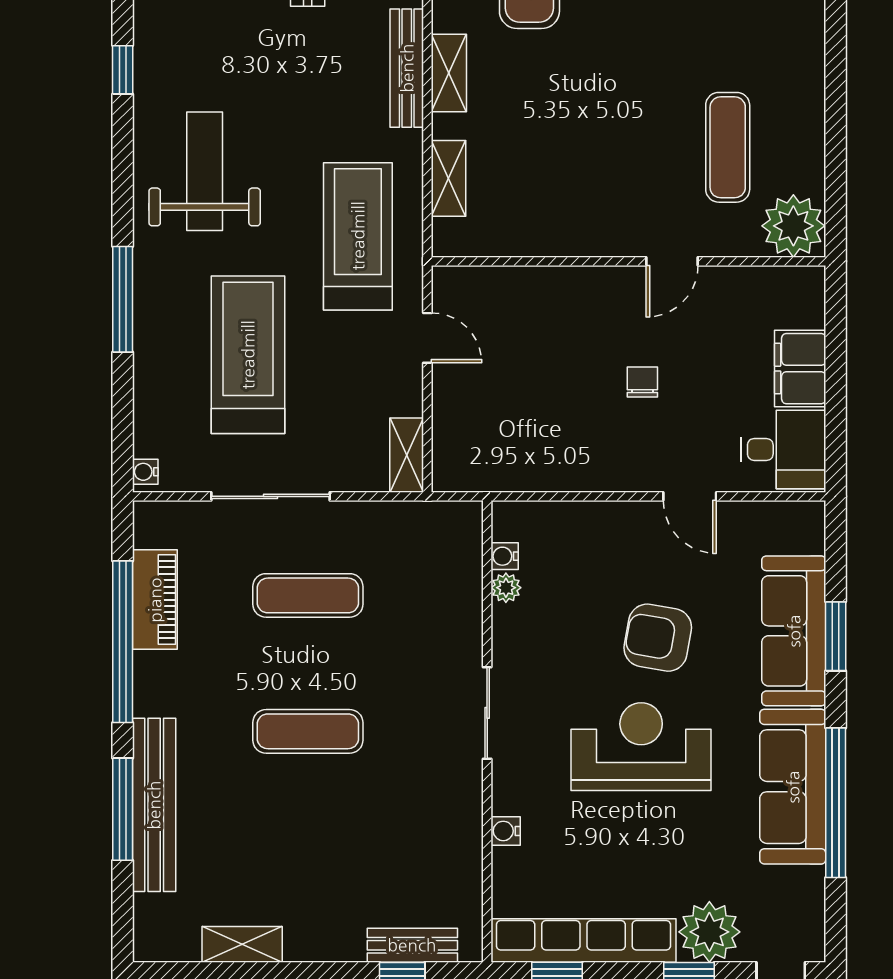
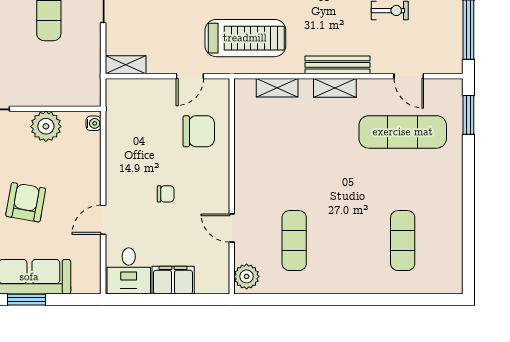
exercise mat: (728, 147) -> (294, 241), turned 90
plant: (793, 226) -> (247, 276), width x0.73, depth x0.73
door: (672, 261) -> (232, 228), moved
chair: (528, 322) -> (199, 131), added
water cooler: (505, 556) -> (94, 123), moved, turned 90
plant: (506, 588) -> (46, 126), width x1.88, depth x1.88

